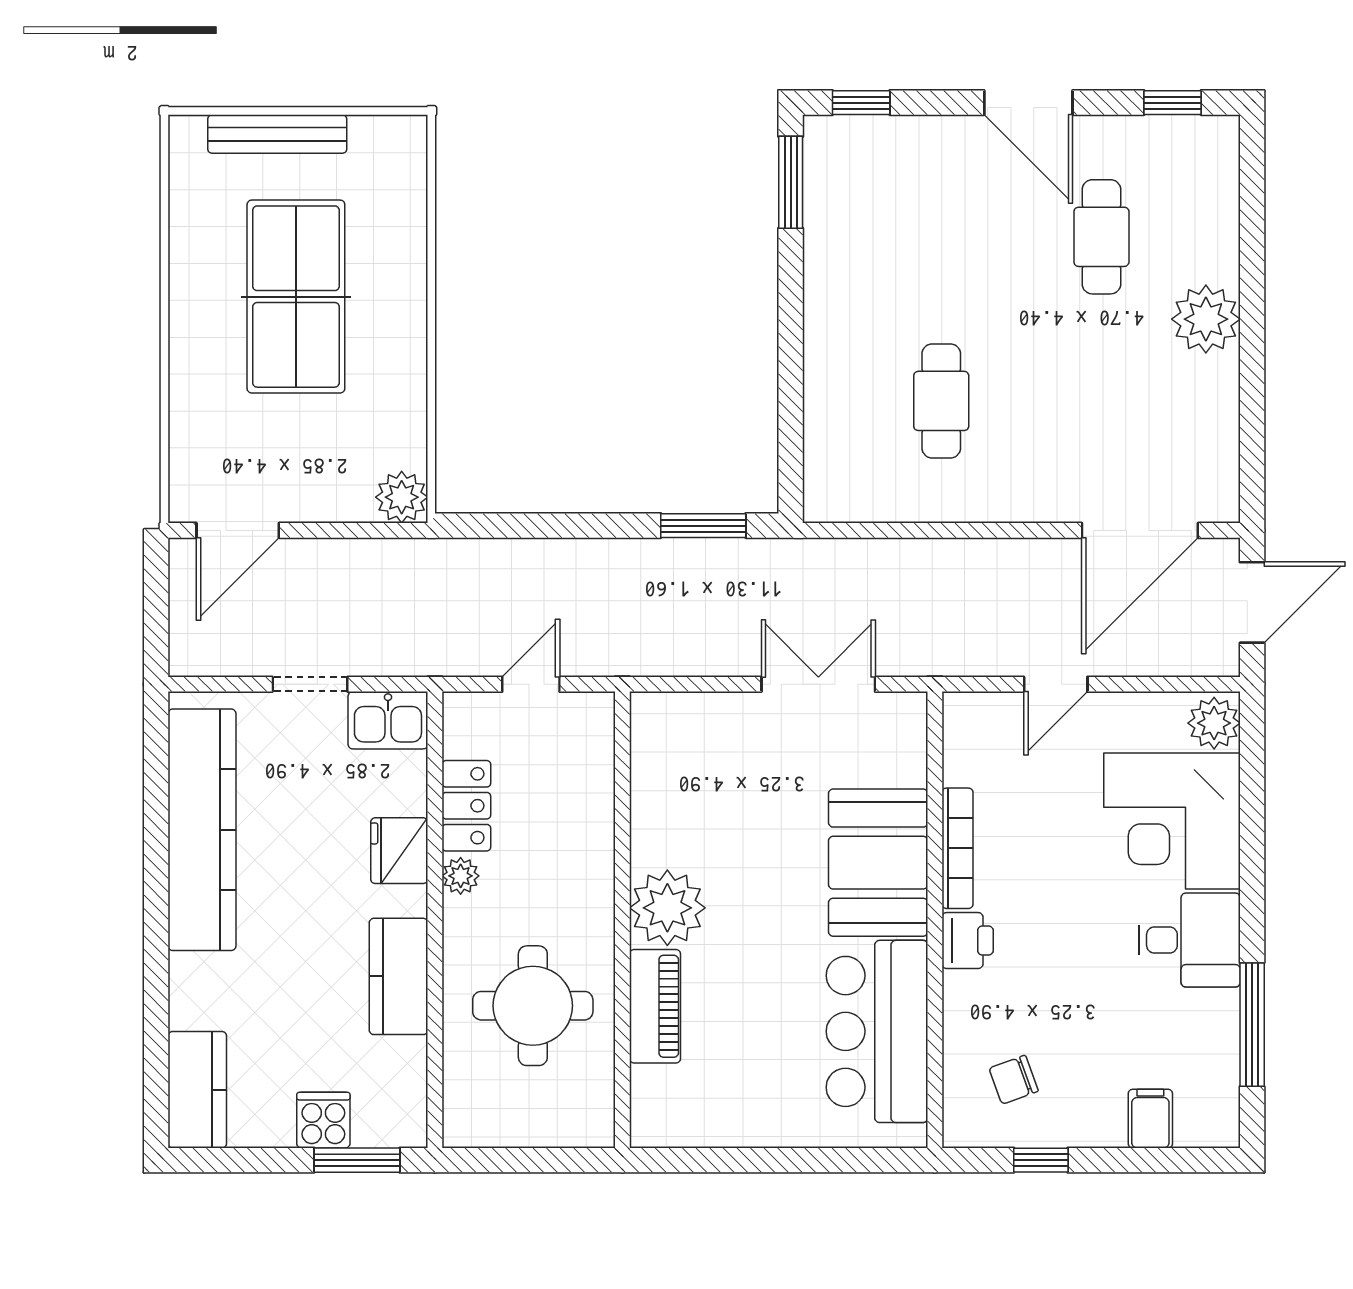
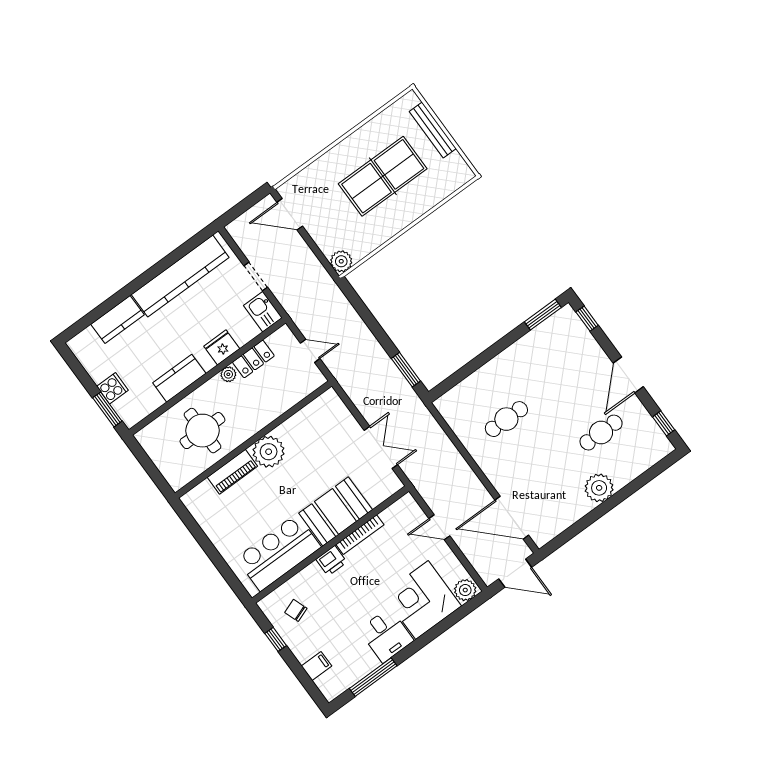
kitchen counter: (197, 1090) -> (118, 319), moved

